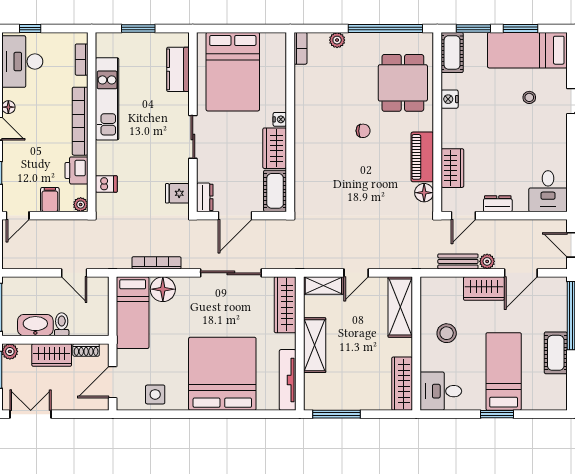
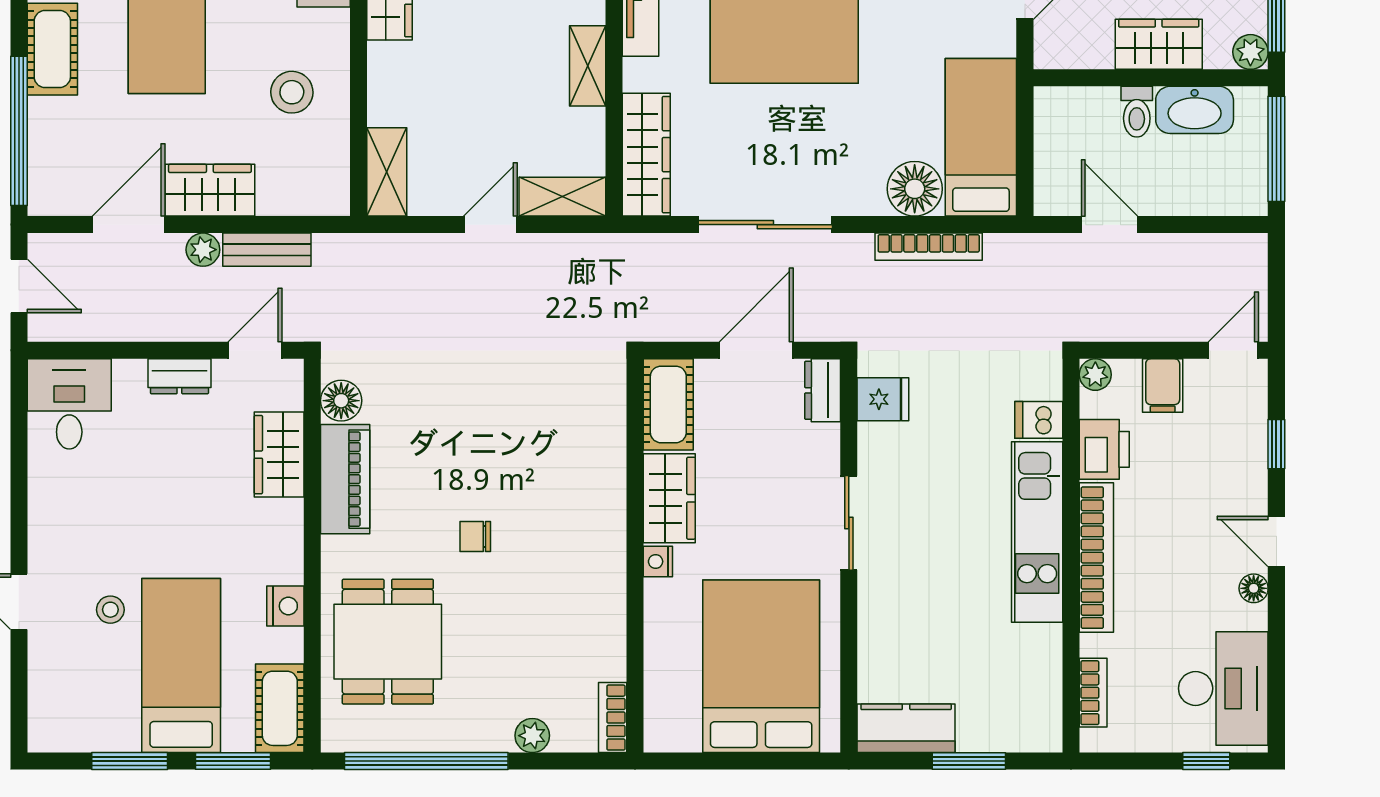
bed: (527, 50) -> (181, 665), moved, turned -90
kitchen counter: (178, 69) -> (906, 728), moved, turned -90
kitchen unit: (107, 99) -> (1037, 532), moved
shelving: (400, 307) -> (387, 172), width x0.67, depth x0.75
shelving: (315, 345) -> (588, 66), width x0.67, depth x0.75
shoe rack: (86, 350) -> (1083, 55), removed

